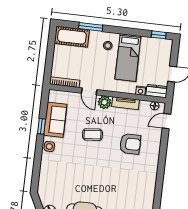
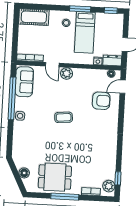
window: (91, 27) -> (80, 9), moved
tv unit: (126, 103) -> (85, 73), removed
sofa: (55, 120) -> (24, 82), moved
window: (42, 126) -> (12, 98), width x3.17
coffee table: (92, 135) -> (64, 117), moved
armchair: (130, 144) -> (101, 101), moved

